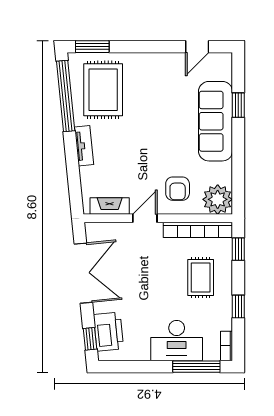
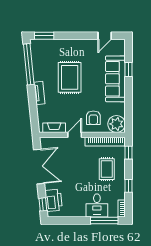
rug: (103, 90) -> (70, 77), moved
desk: (177, 341) -> (97, 205), width x0.73

